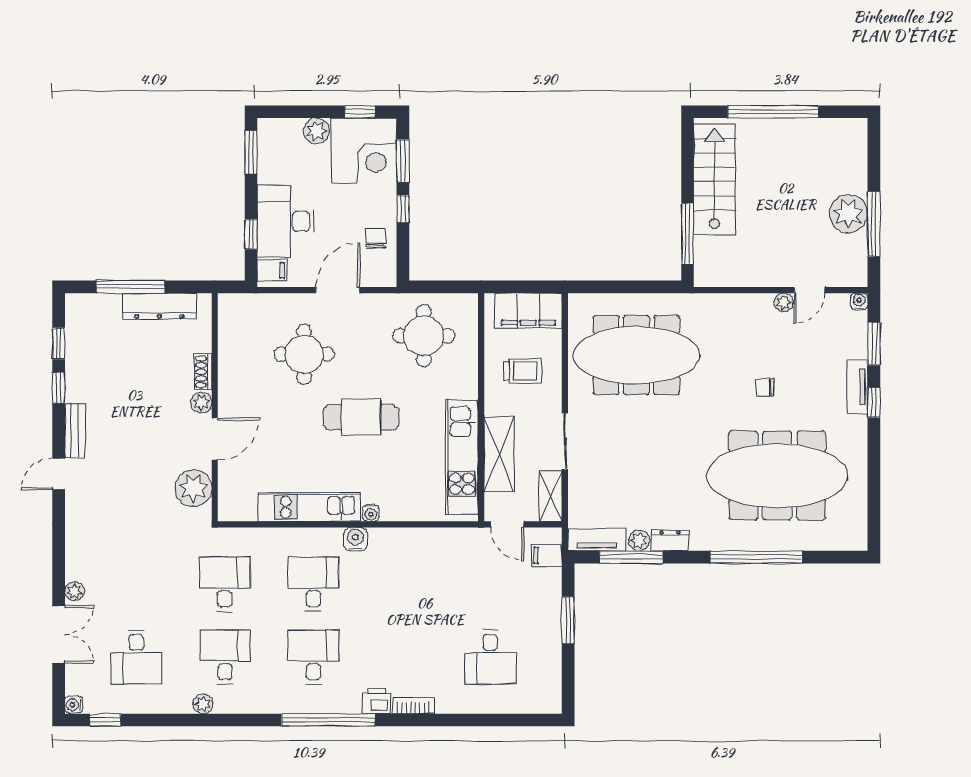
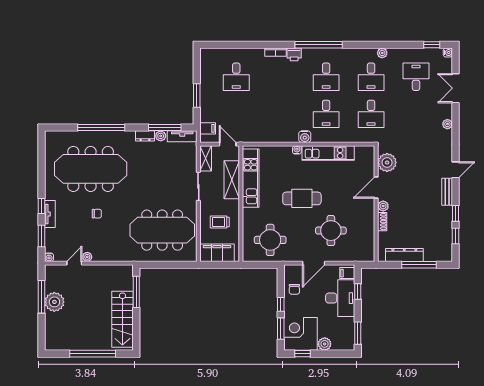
plant: (75, 591) -> (447, 124), moved
desk: (490, 657) -> (236, 77), turned 180

